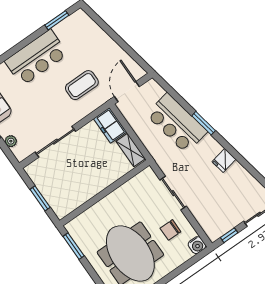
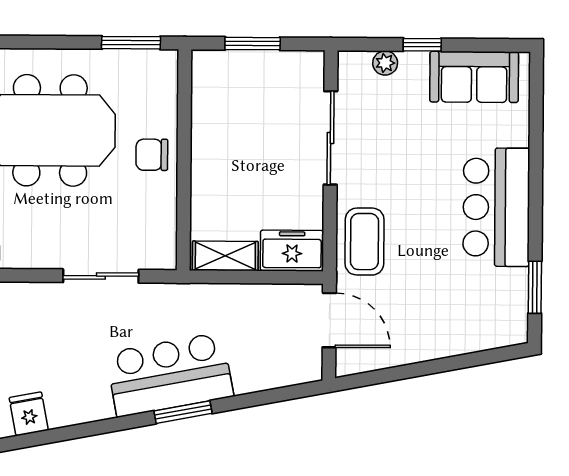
coffee table: (82, 85) -> (364, 242), moved
bar counter: (177, 123) -> (170, 375), moved
fridge: (224, 160) -> (29, 414), moved
chair: (170, 230) -> (152, 155), moved, turned -90

